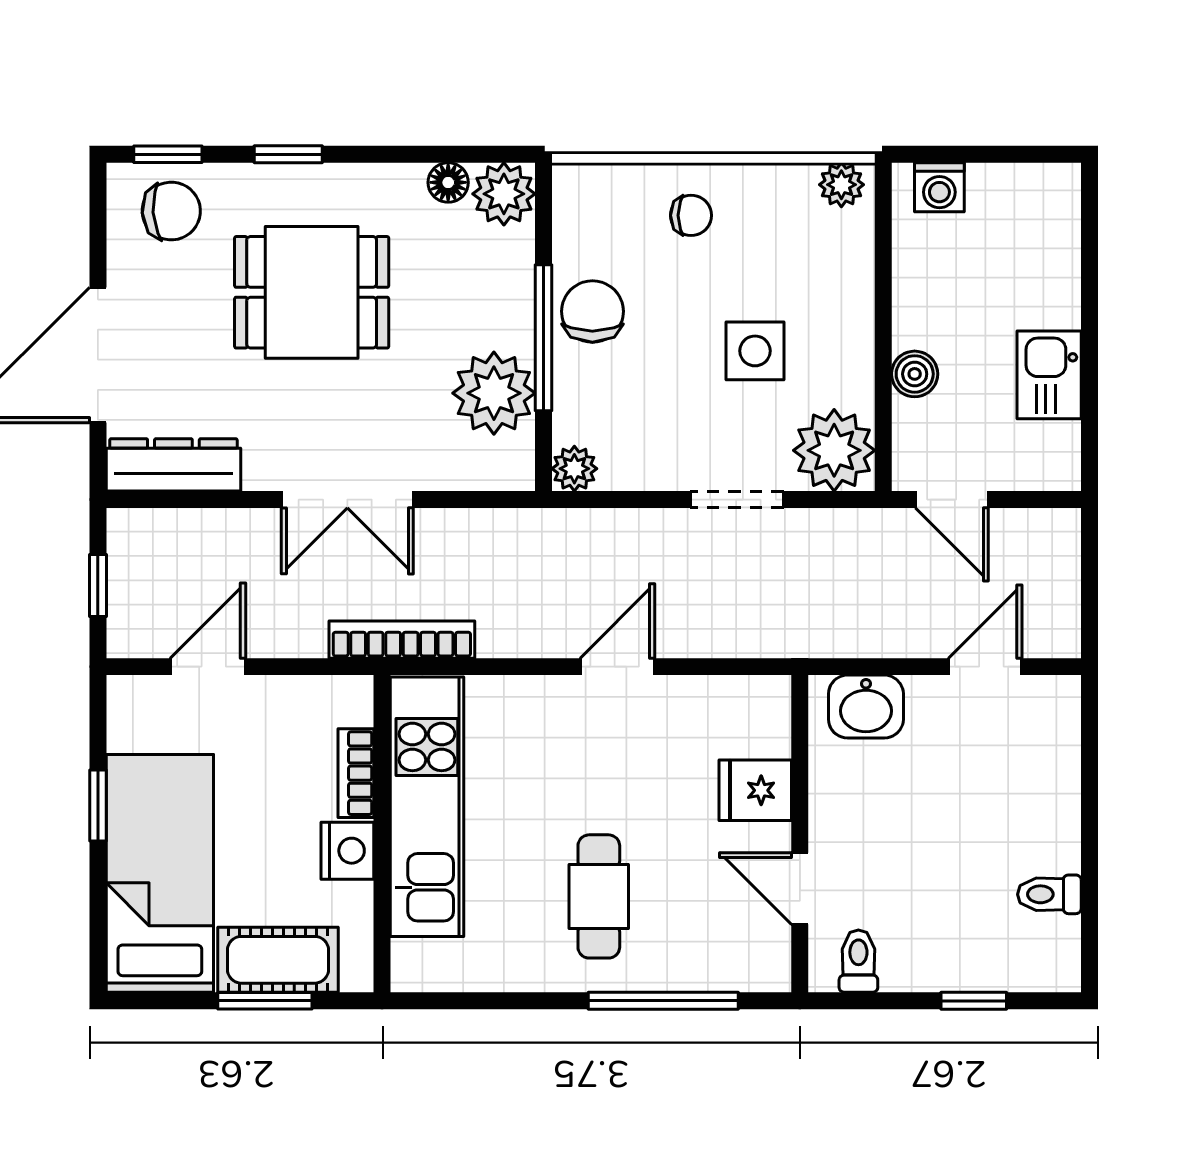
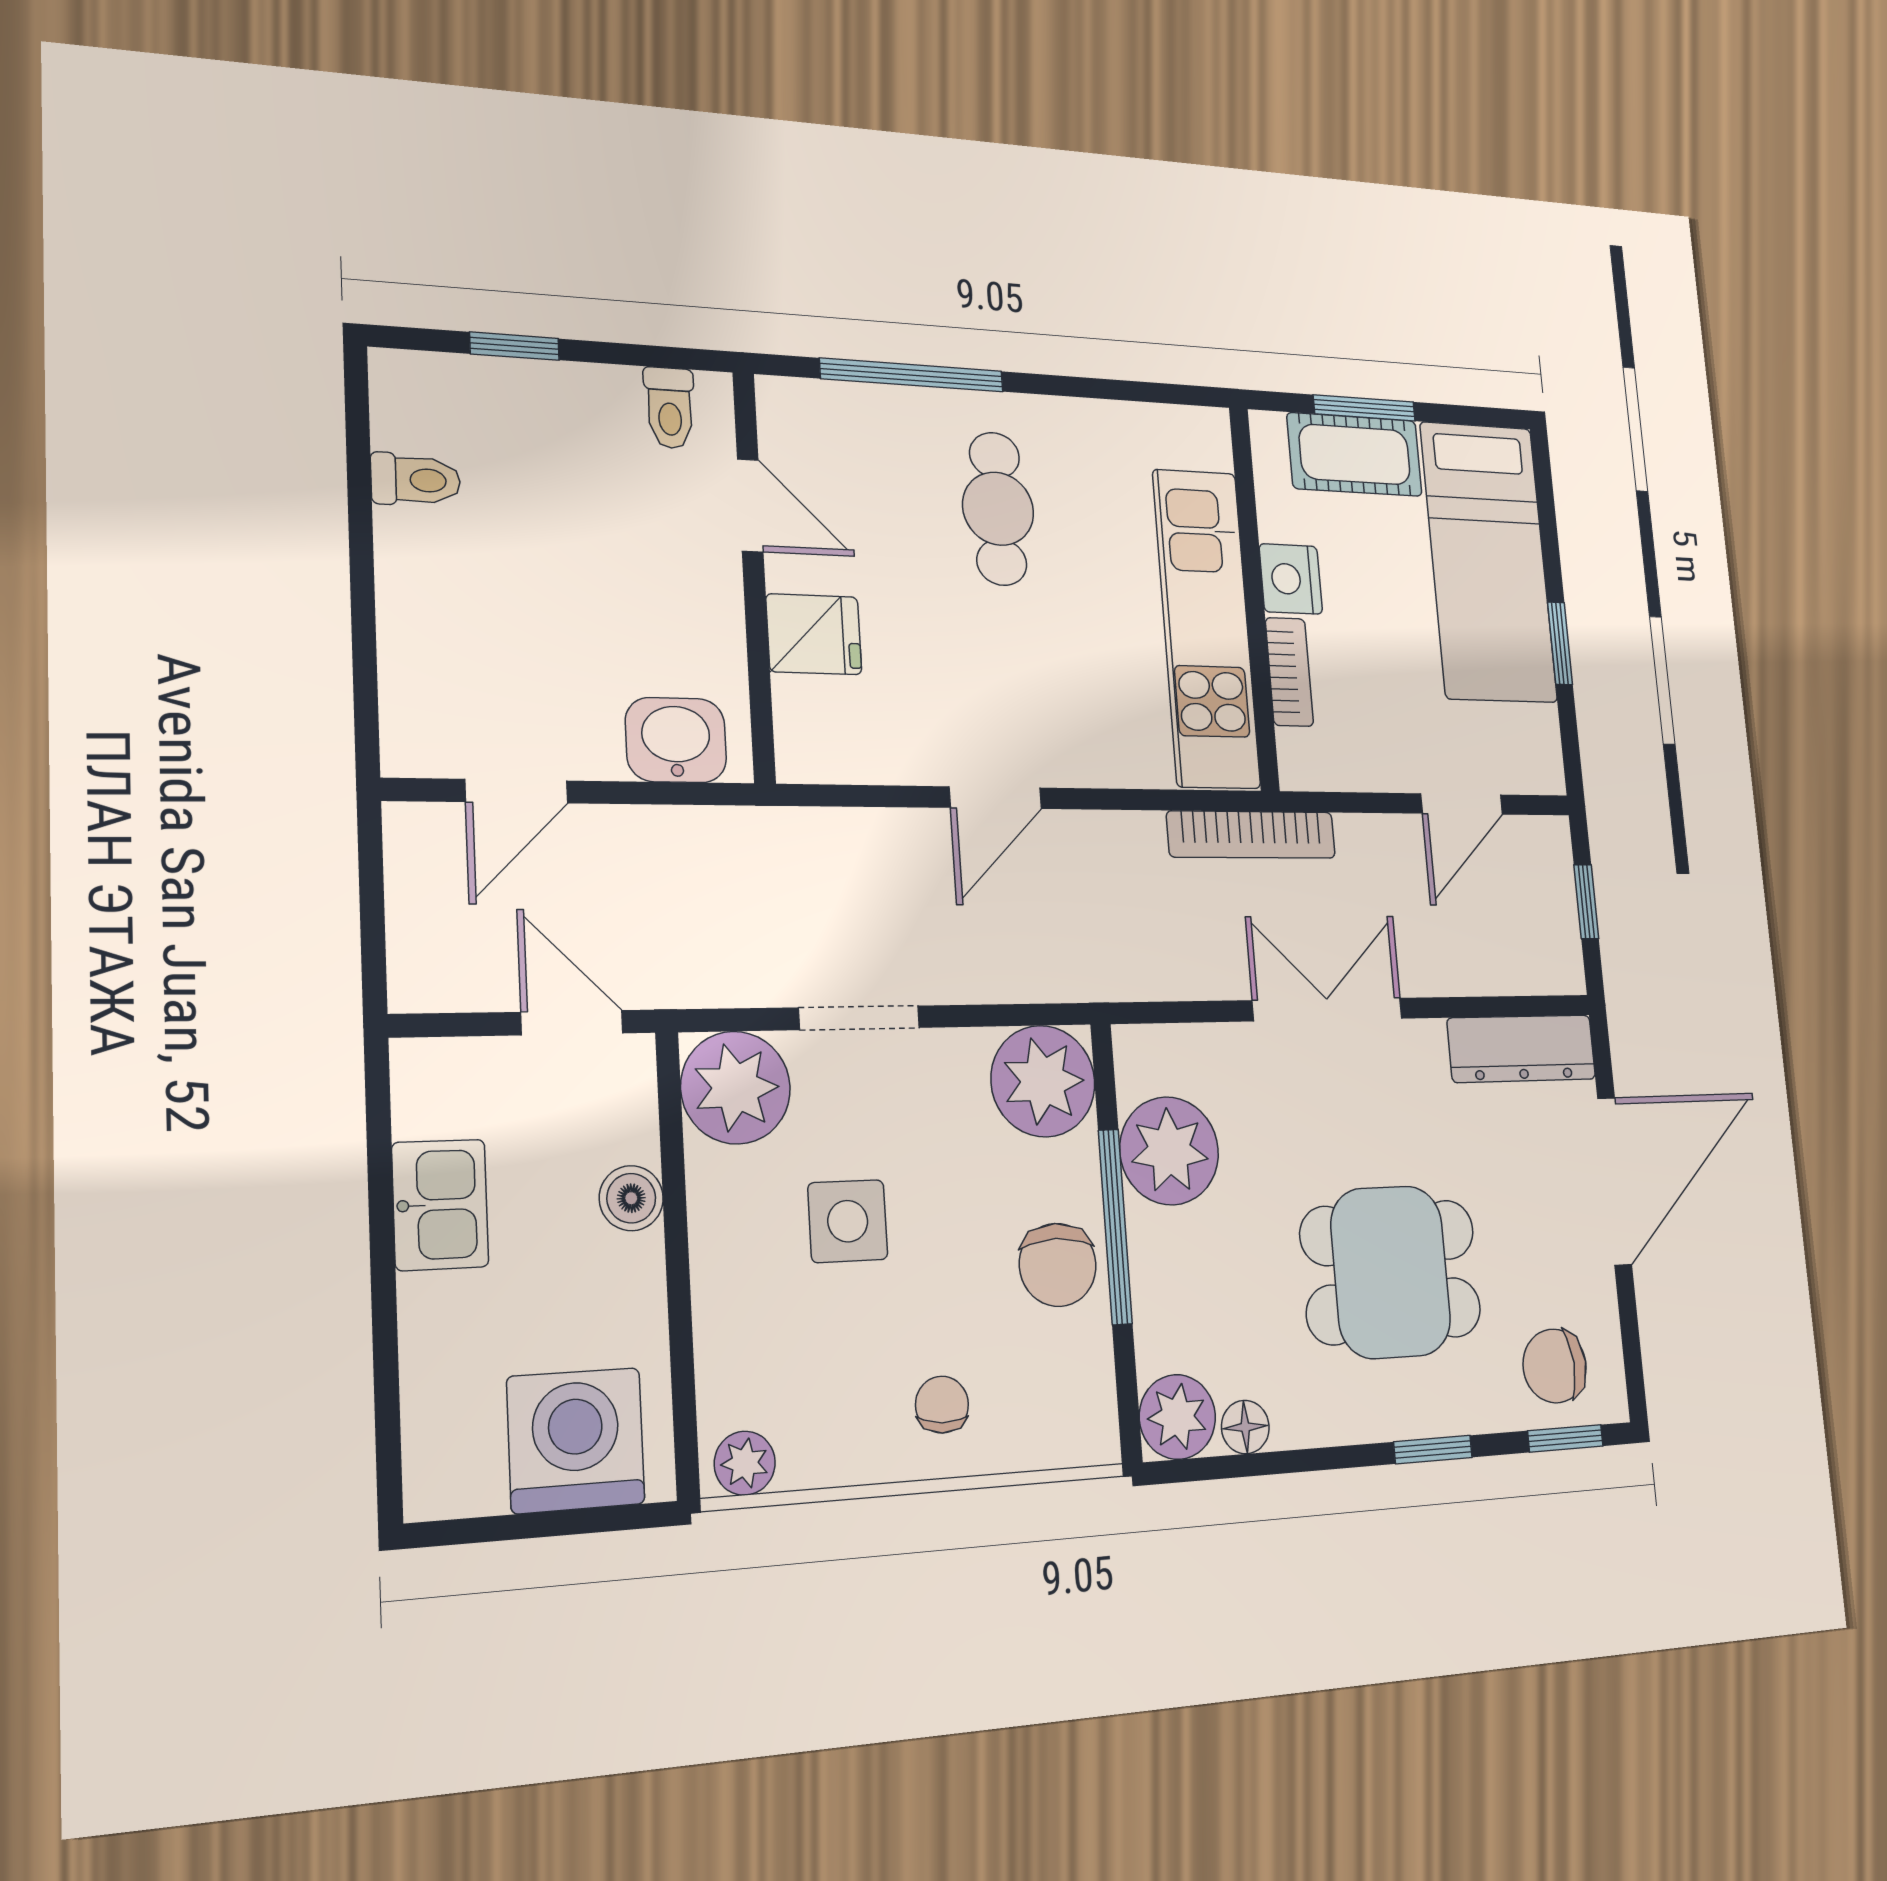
washing machine: (939, 187) -> (576, 1440), width x1.89, depth x1.89
chair: (691, 215) -> (942, 1405), turned 93
plant: (574, 469) -> (1043, 1081), width x1.88, depth x1.88

